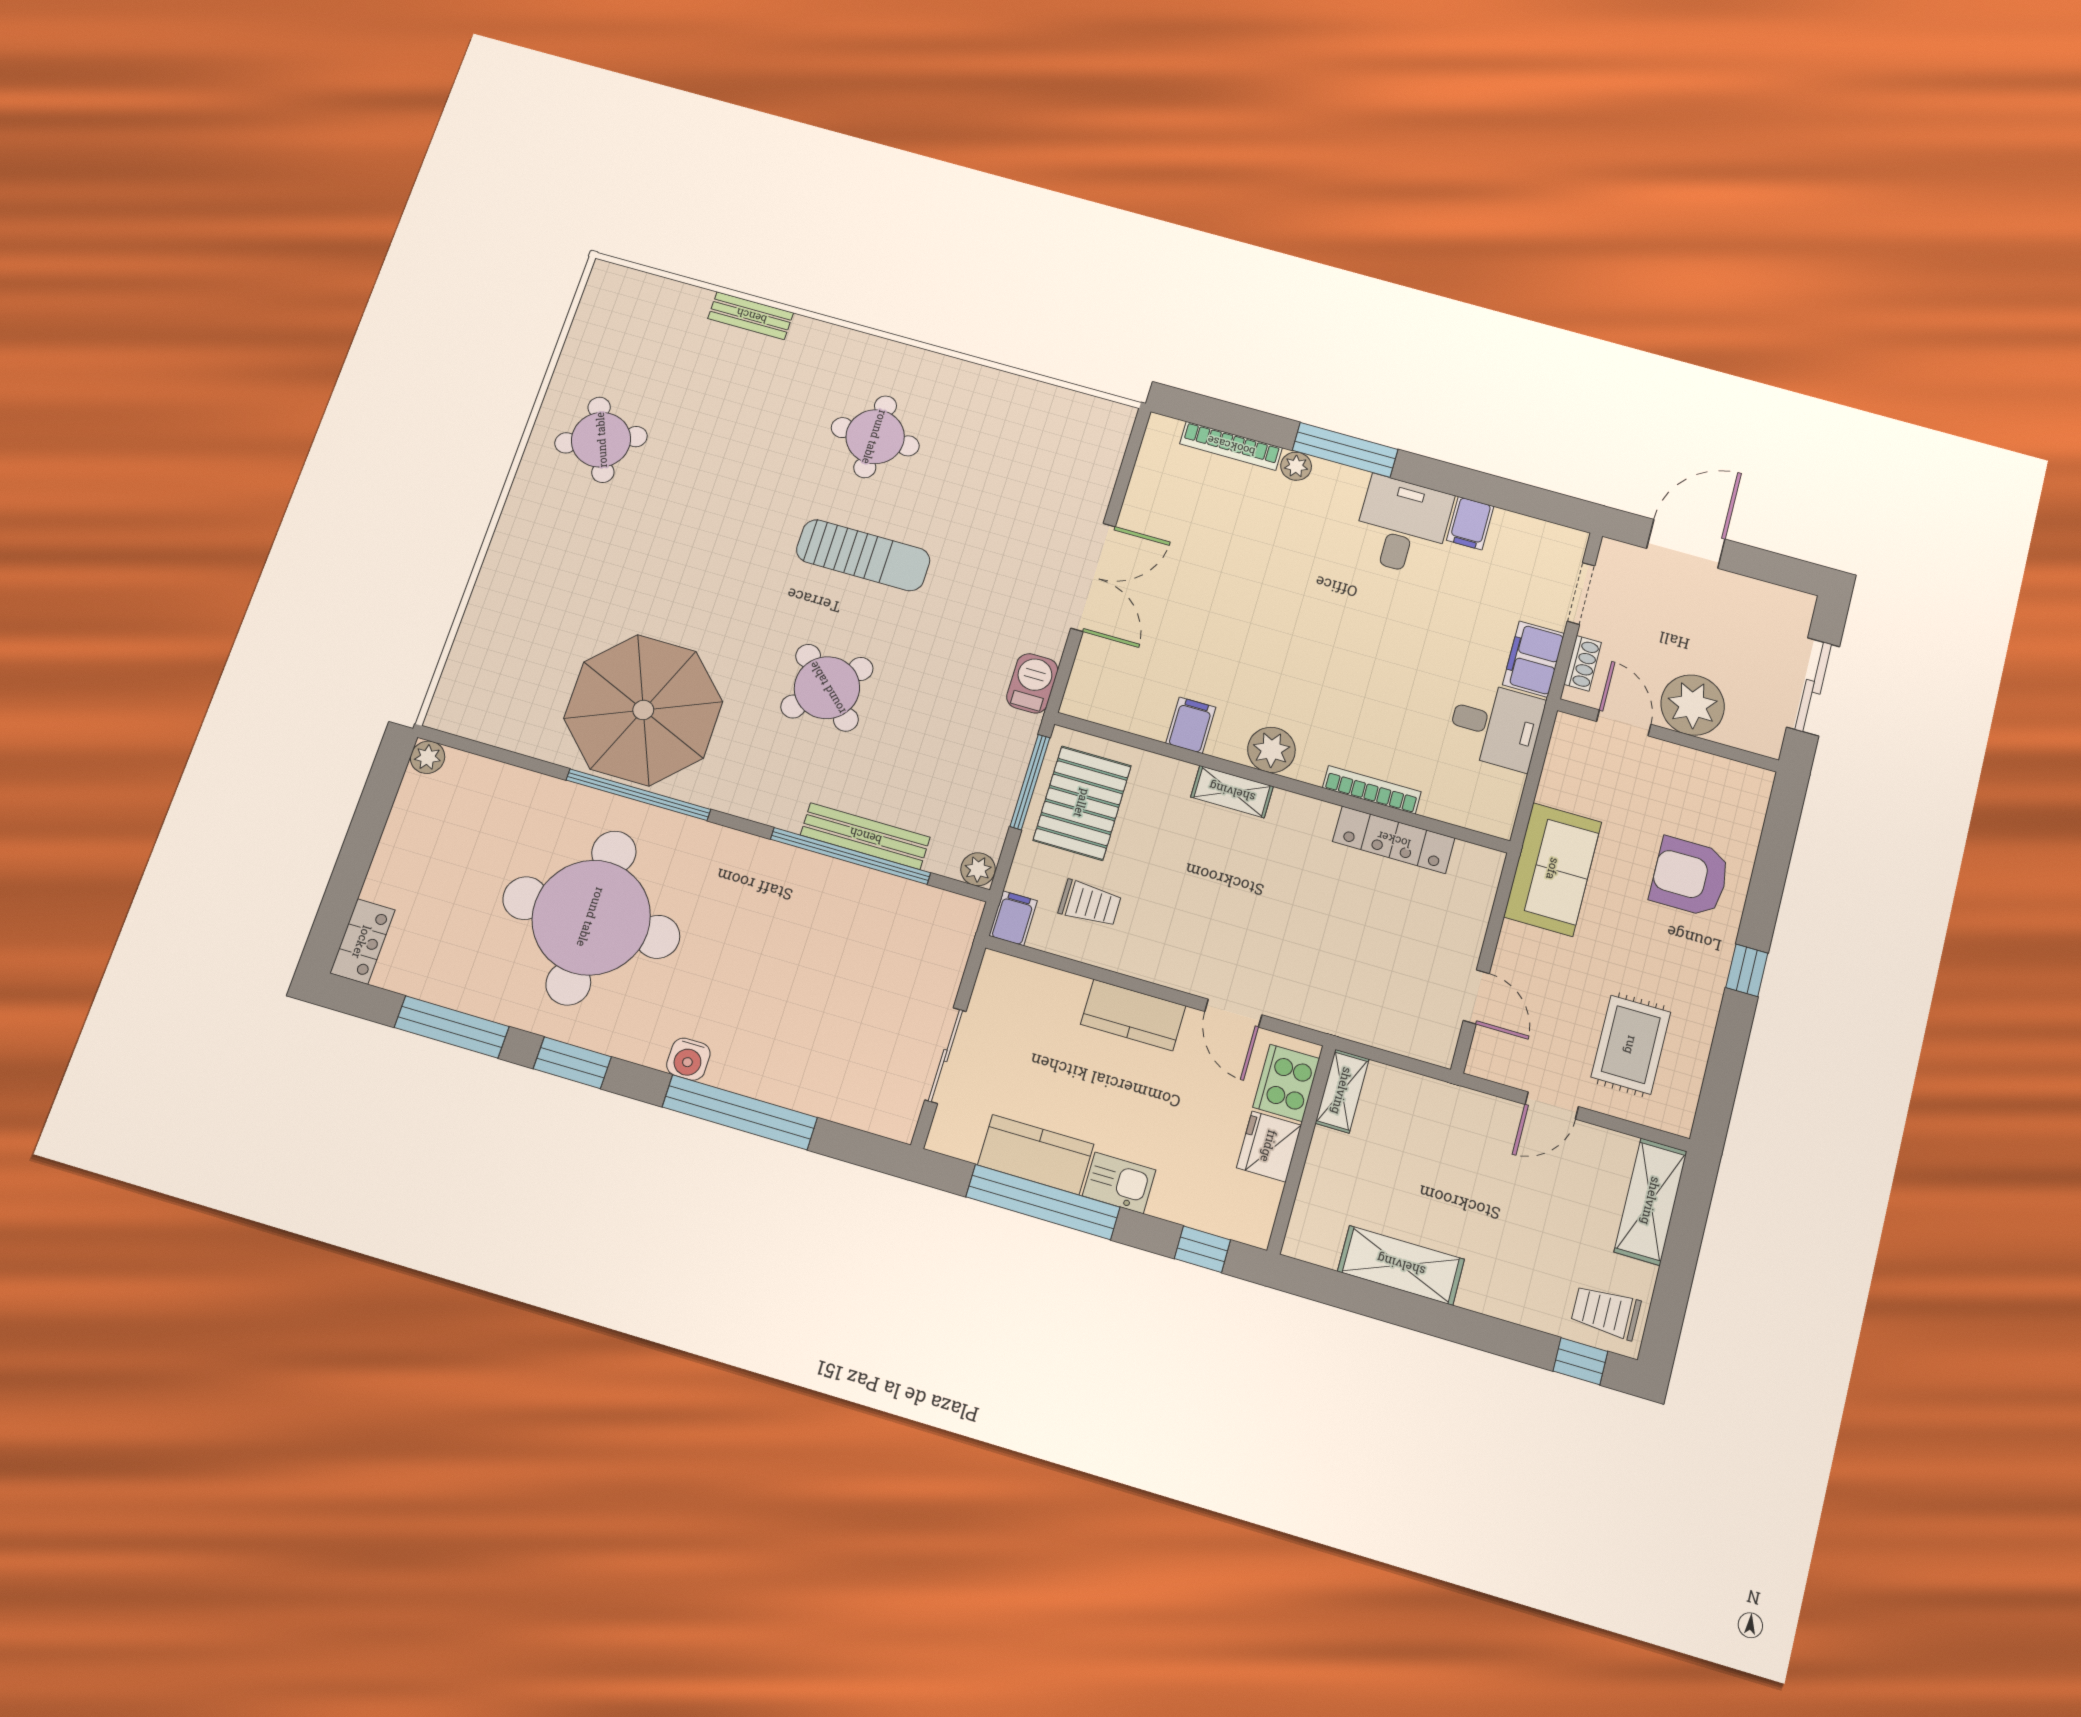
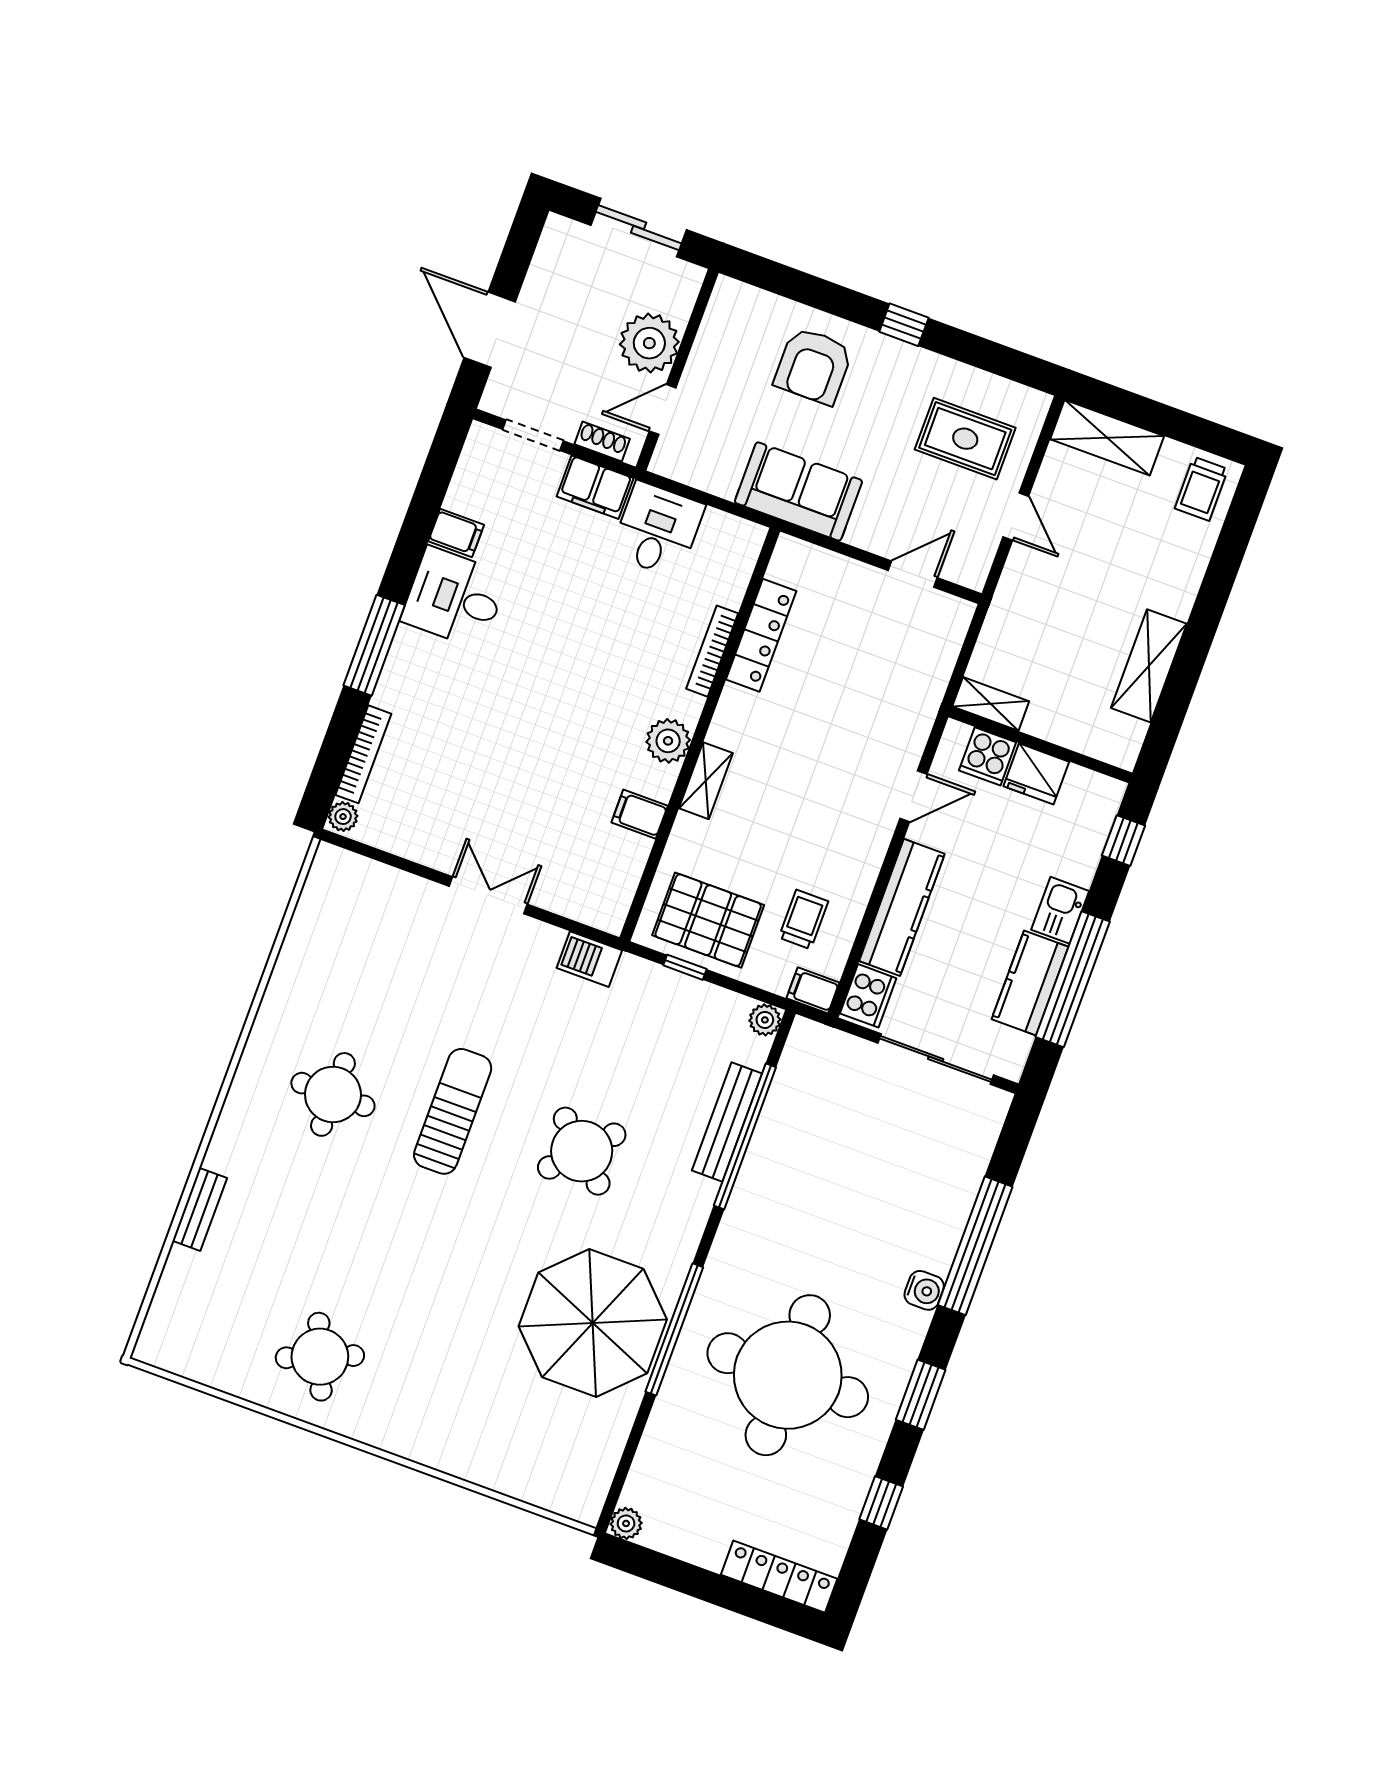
plant: (1296, 466) -> (343, 817), moved
double door: (1093, 577) -> (488, 895), width x0.73
window: (1030, 782) -> (685, 967), width x0.46
locker: (362, 942) -> (779, 1577), width x1.53
cooker: (1011, 978) -> (868, 996), added
kitchen counter: (1133, 1015) -> (902, 907), width x1.50
window: (452, 1027) -> (881, 1503), width x0.46
sliding door: (945, 1056) -> (936, 1059), width x1.37
cooker: (1286, 1083) -> (988, 756), width x0.73
window: (1580, 1361) -> (1242, 516), removed

